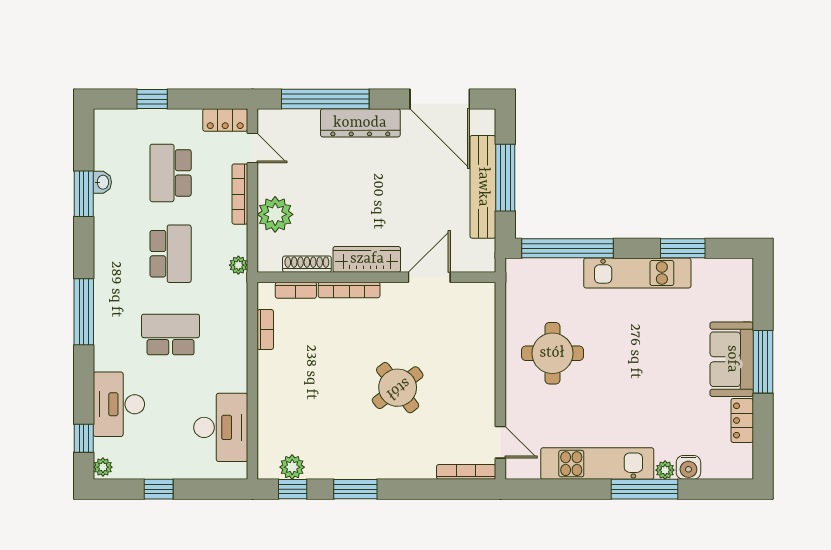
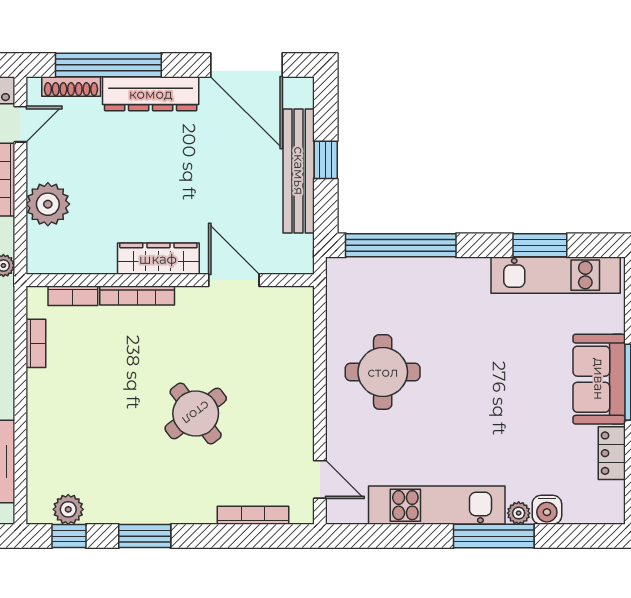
door: (252, 148) -> (20, 124), hinge flipped
window: (505, 178) -> (326, 160), width x0.46
shoe rack: (307, 264) -> (71, 87), moved, turned 180
kitchen unit: (637, 273) -> (556, 275), moved
door: (429, 277) -> (234, 280), hinge flipped
bookcase: (466, 472) -> (253, 515), moved

